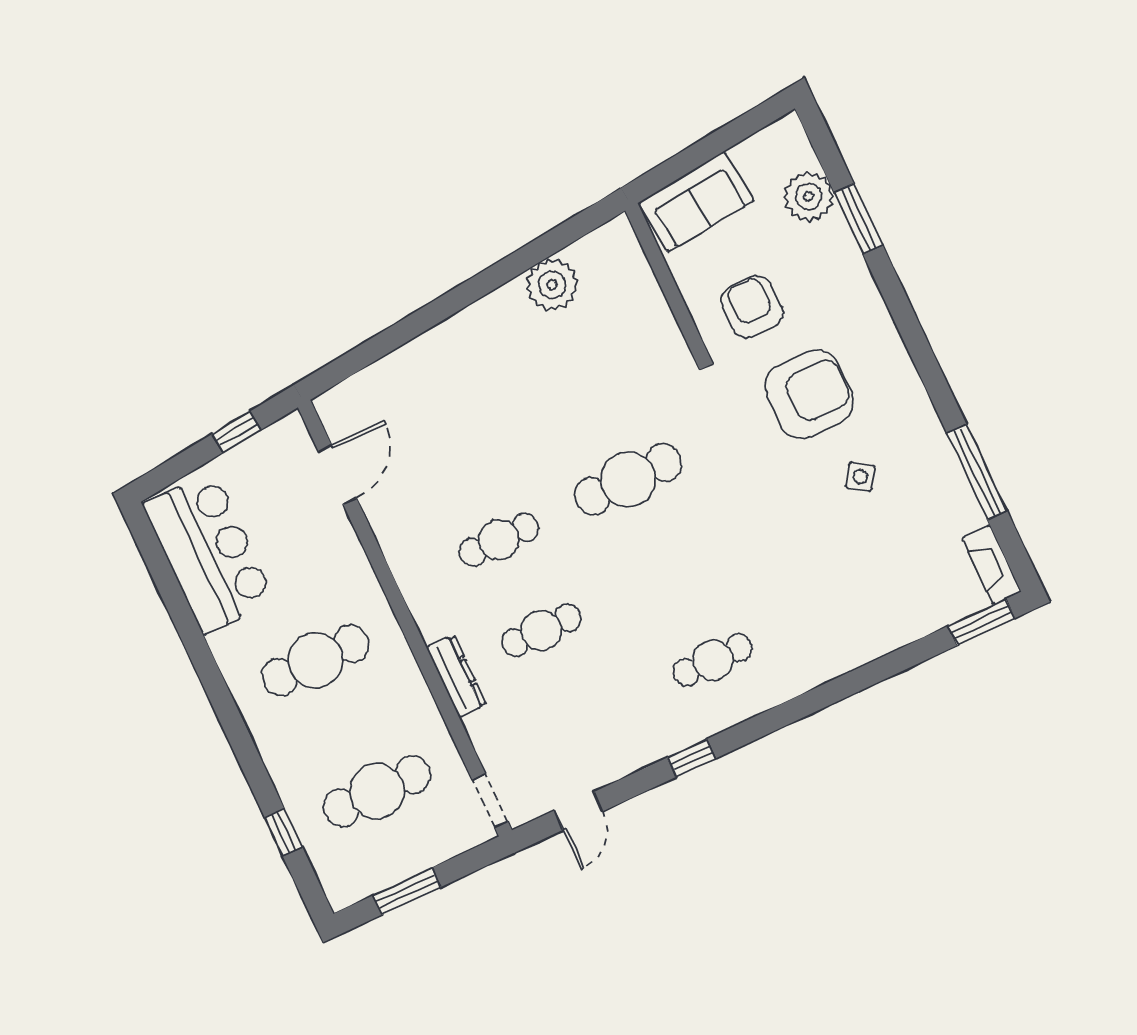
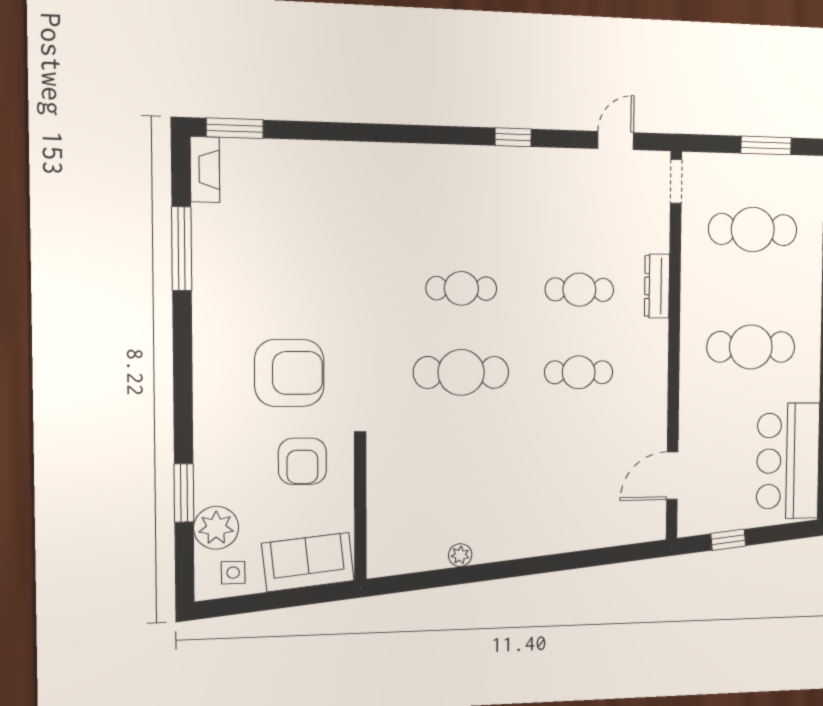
plant: (552, 285) -> (460, 555), width x0.53, depth x0.53
armchair: (809, 394) -> (289, 373), turned 180
side table: (860, 477) -> (233, 573), moved, turned -33
cafe table: (713, 660) -> (461, 288), moved

